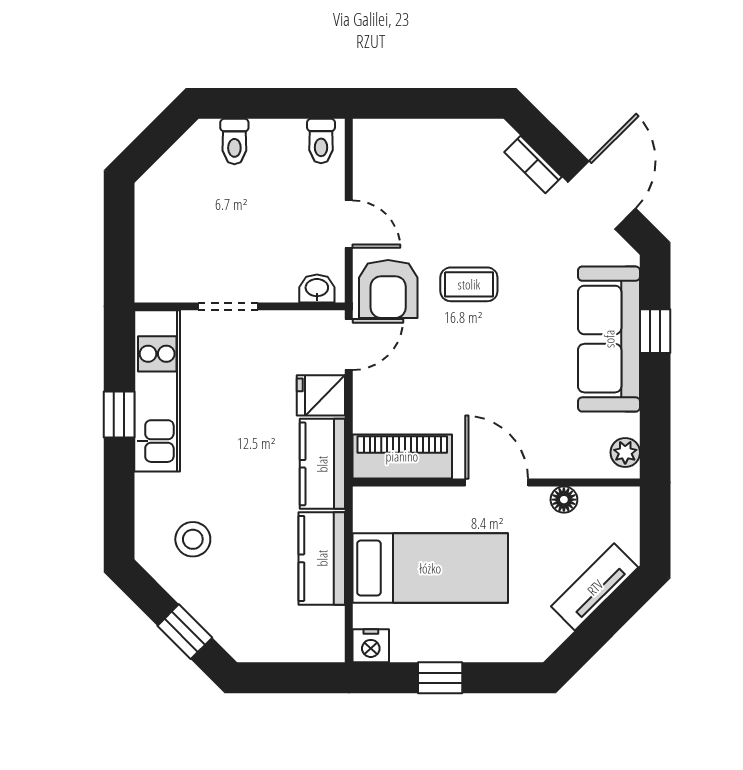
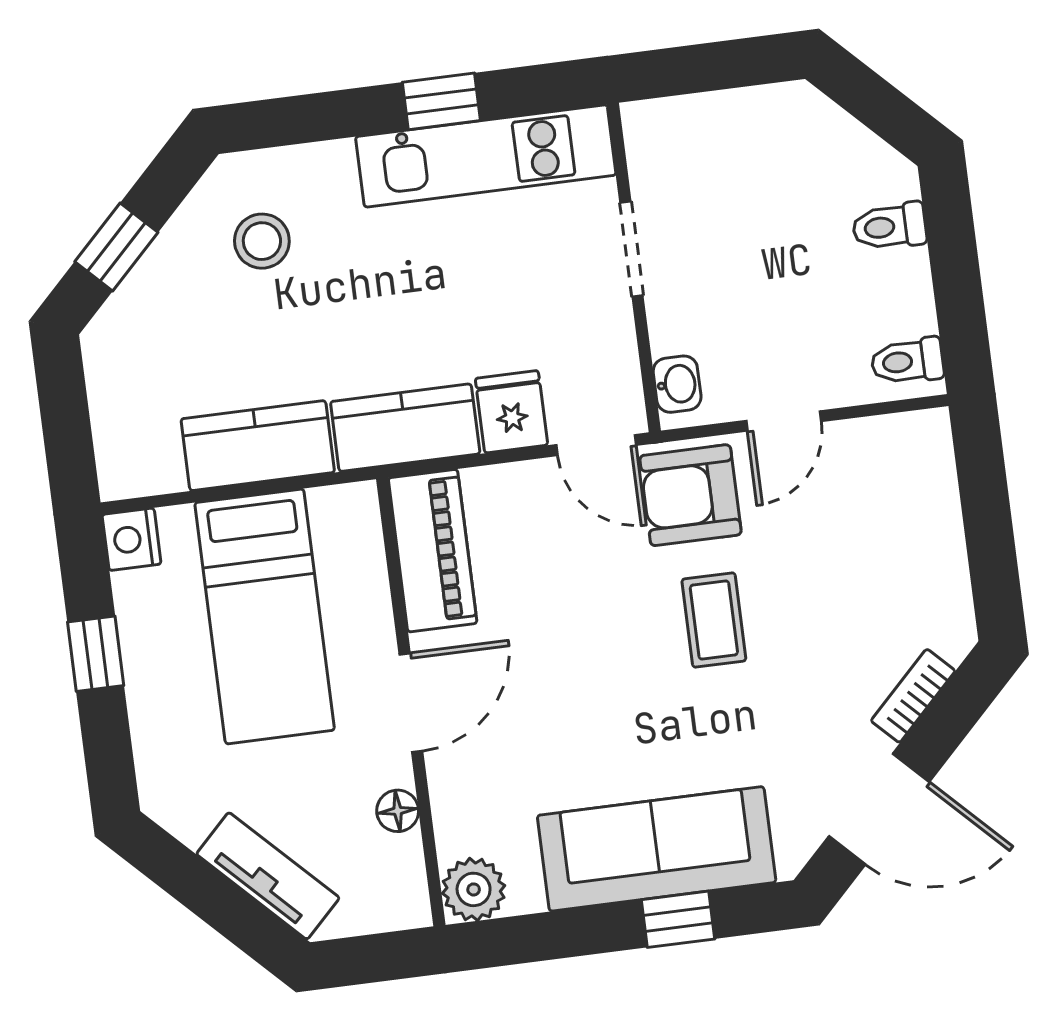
plant: (625, 452) -> (474, 889), width x1.38, depth x1.38

